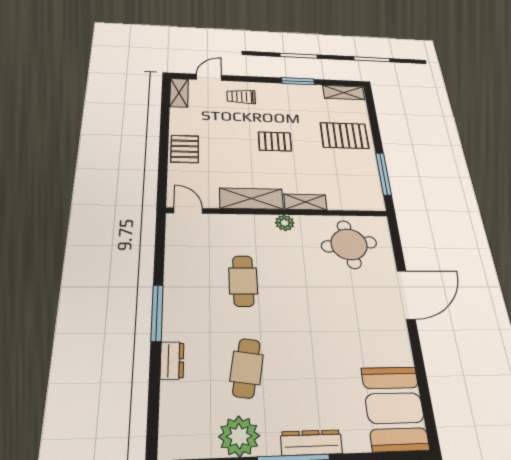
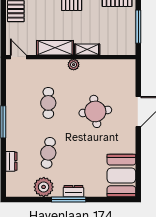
round table: (349, 244) -> (95, 111), moved
dresser: (172, 361) -> (11, 161), moved
dresser: (311, 443) -> (73, 191), width x0.70

